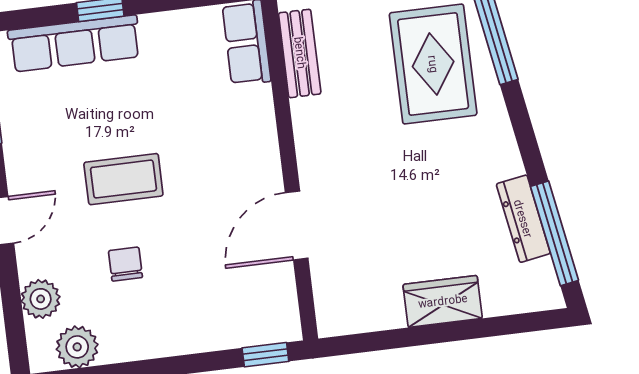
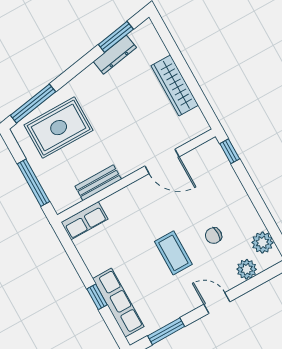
bench: (300, 53) -> (98, 183), moved
window: (555, 233) -> (116, 37), width x0.69
wardrobe: (443, 301) -> (175, 85), width x1.50

